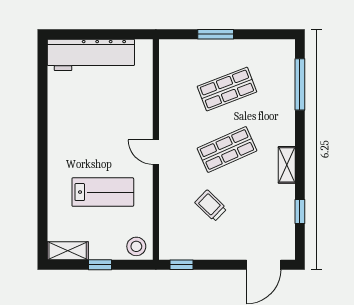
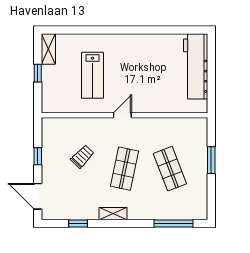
shop shelf: (227, 149) -> (125, 169), turned 36
stool: (136, 246) -> (52, 101), removed
window: (182, 265) -> (38, 156), moved

